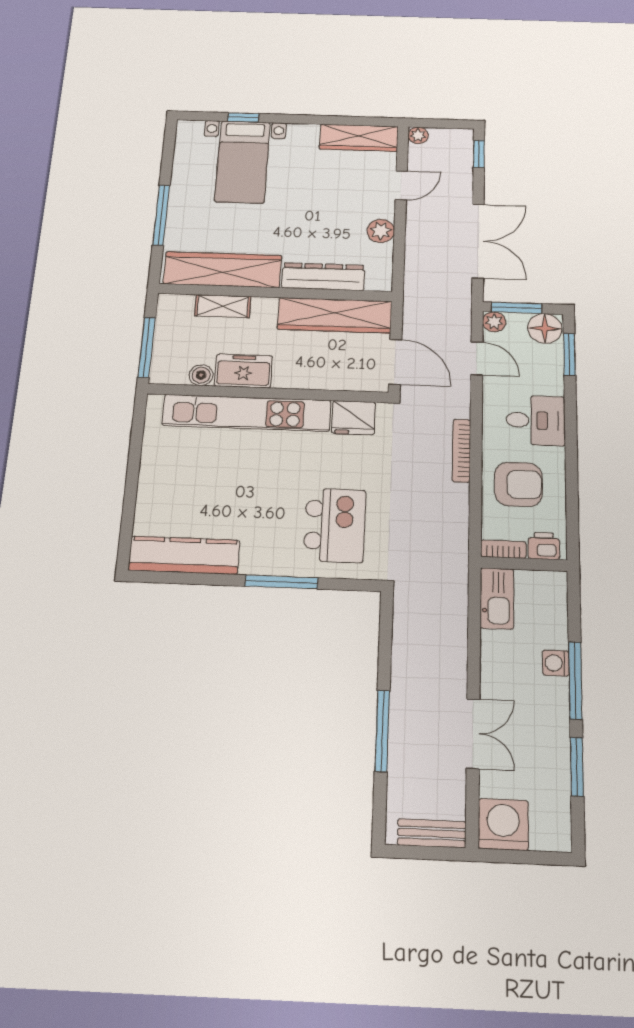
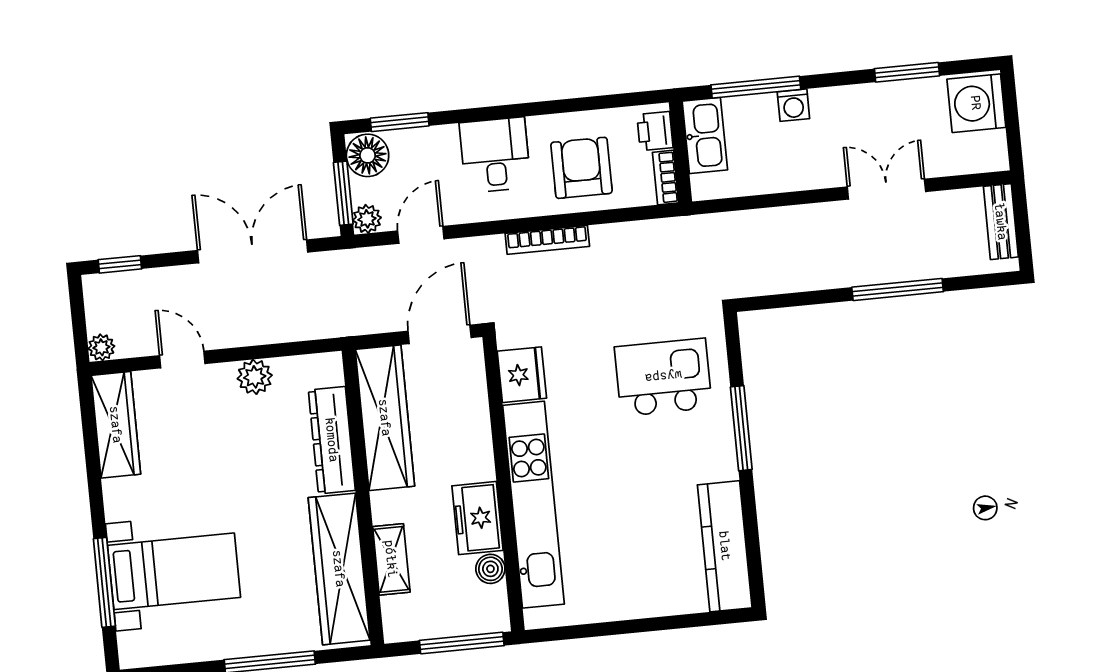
window: (243, 117) -> (104, 582), width x2.17
kitchen sink: (497, 598) -> (705, 136), moved, turned 90
window: (575, 680) -> (756, 87), moved
washing machine: (503, 824) -> (976, 103), moved

